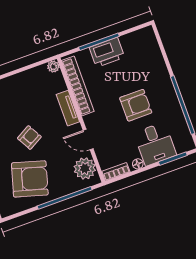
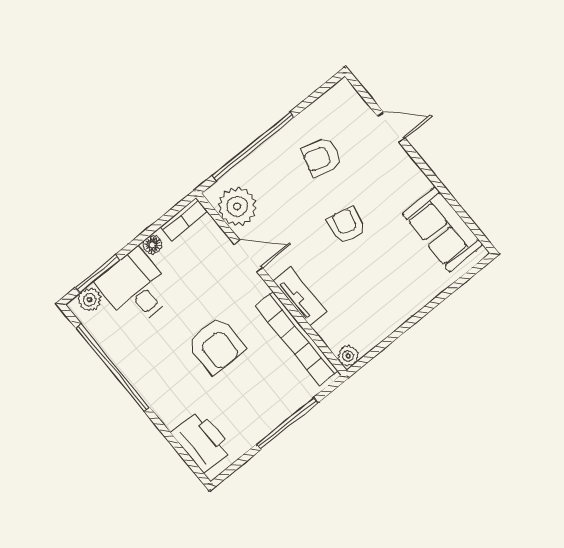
printer: (107, 52) -> (202, 441), moved, turned 90
armchair: (136, 105) -> (216, 345), moved, turned -90
armchair: (29, 137) -> (346, 225), turned 133
plant: (182, 146) -> (90, 300), added
armchair: (30, 179) -> (322, 157), width x0.53, depth x0.53

